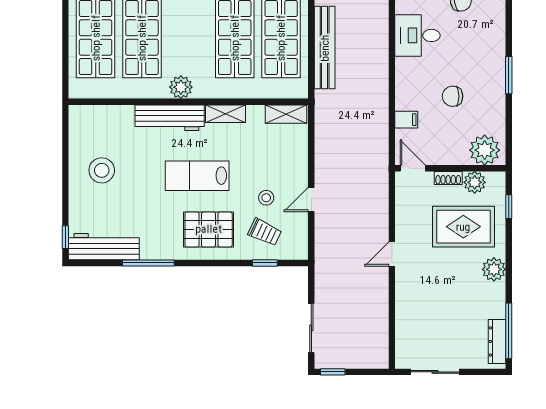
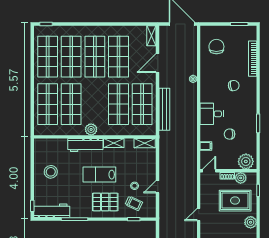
desk: (417, 35) -> (212, 114), moved
door: (413, 168) -> (209, 171), hinge flipped

